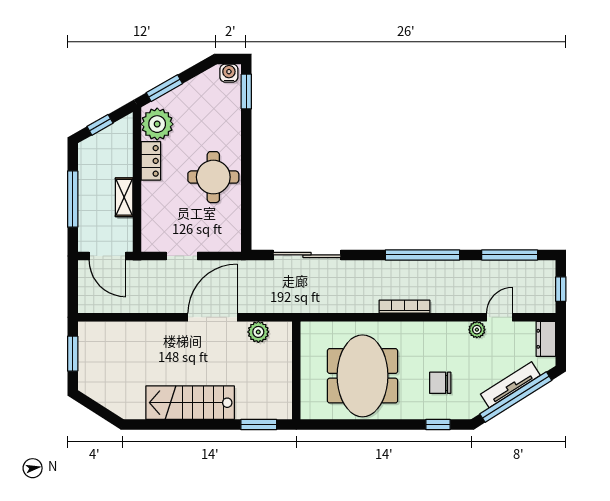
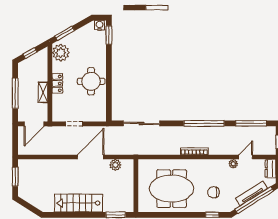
locker: (151, 161) -> (57, 83), moved
door: (108, 256) -> (34, 124), hinge flipped
meeting table: (362, 376) -> (172, 189), turned 90

